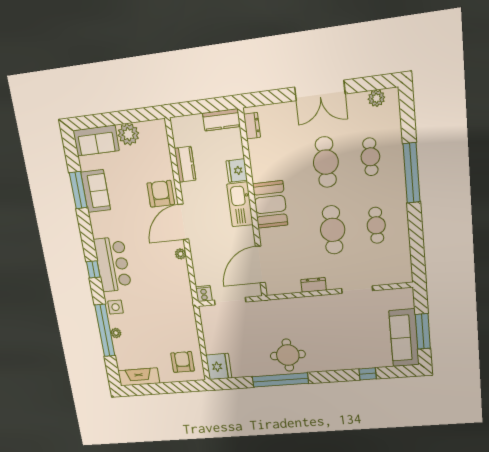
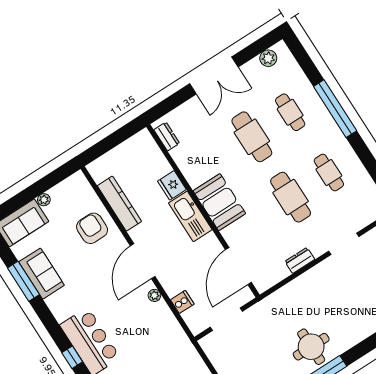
kitchen counter: (221, 120) -> (135, 145), removed
plant: (128, 134) -> (44, 200), width x0.53, depth x0.53
kitchen counter: (185, 164) -> (119, 204), width x1.50
armchair: (161, 194) -> (92, 228), moved
cooker: (204, 294) -> (182, 302), moved, turned 90

